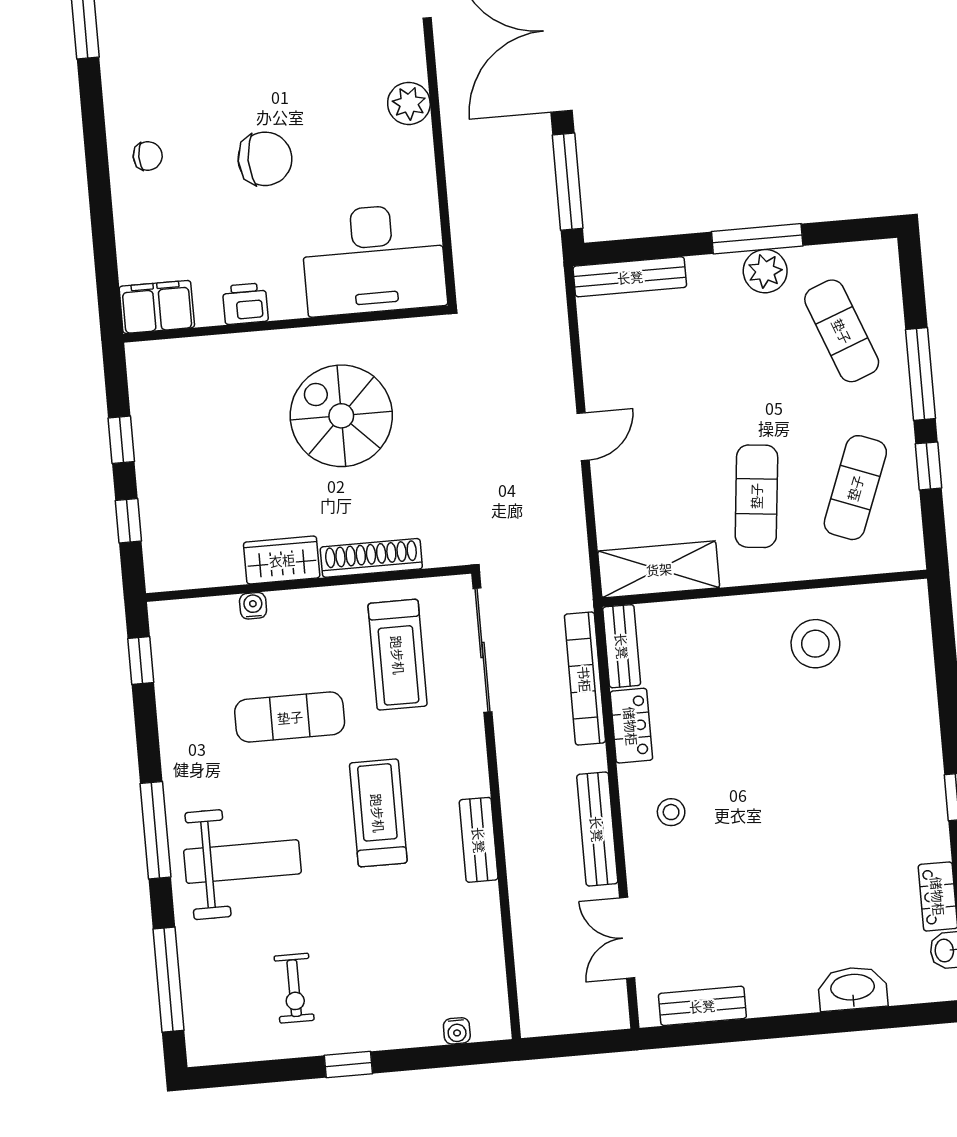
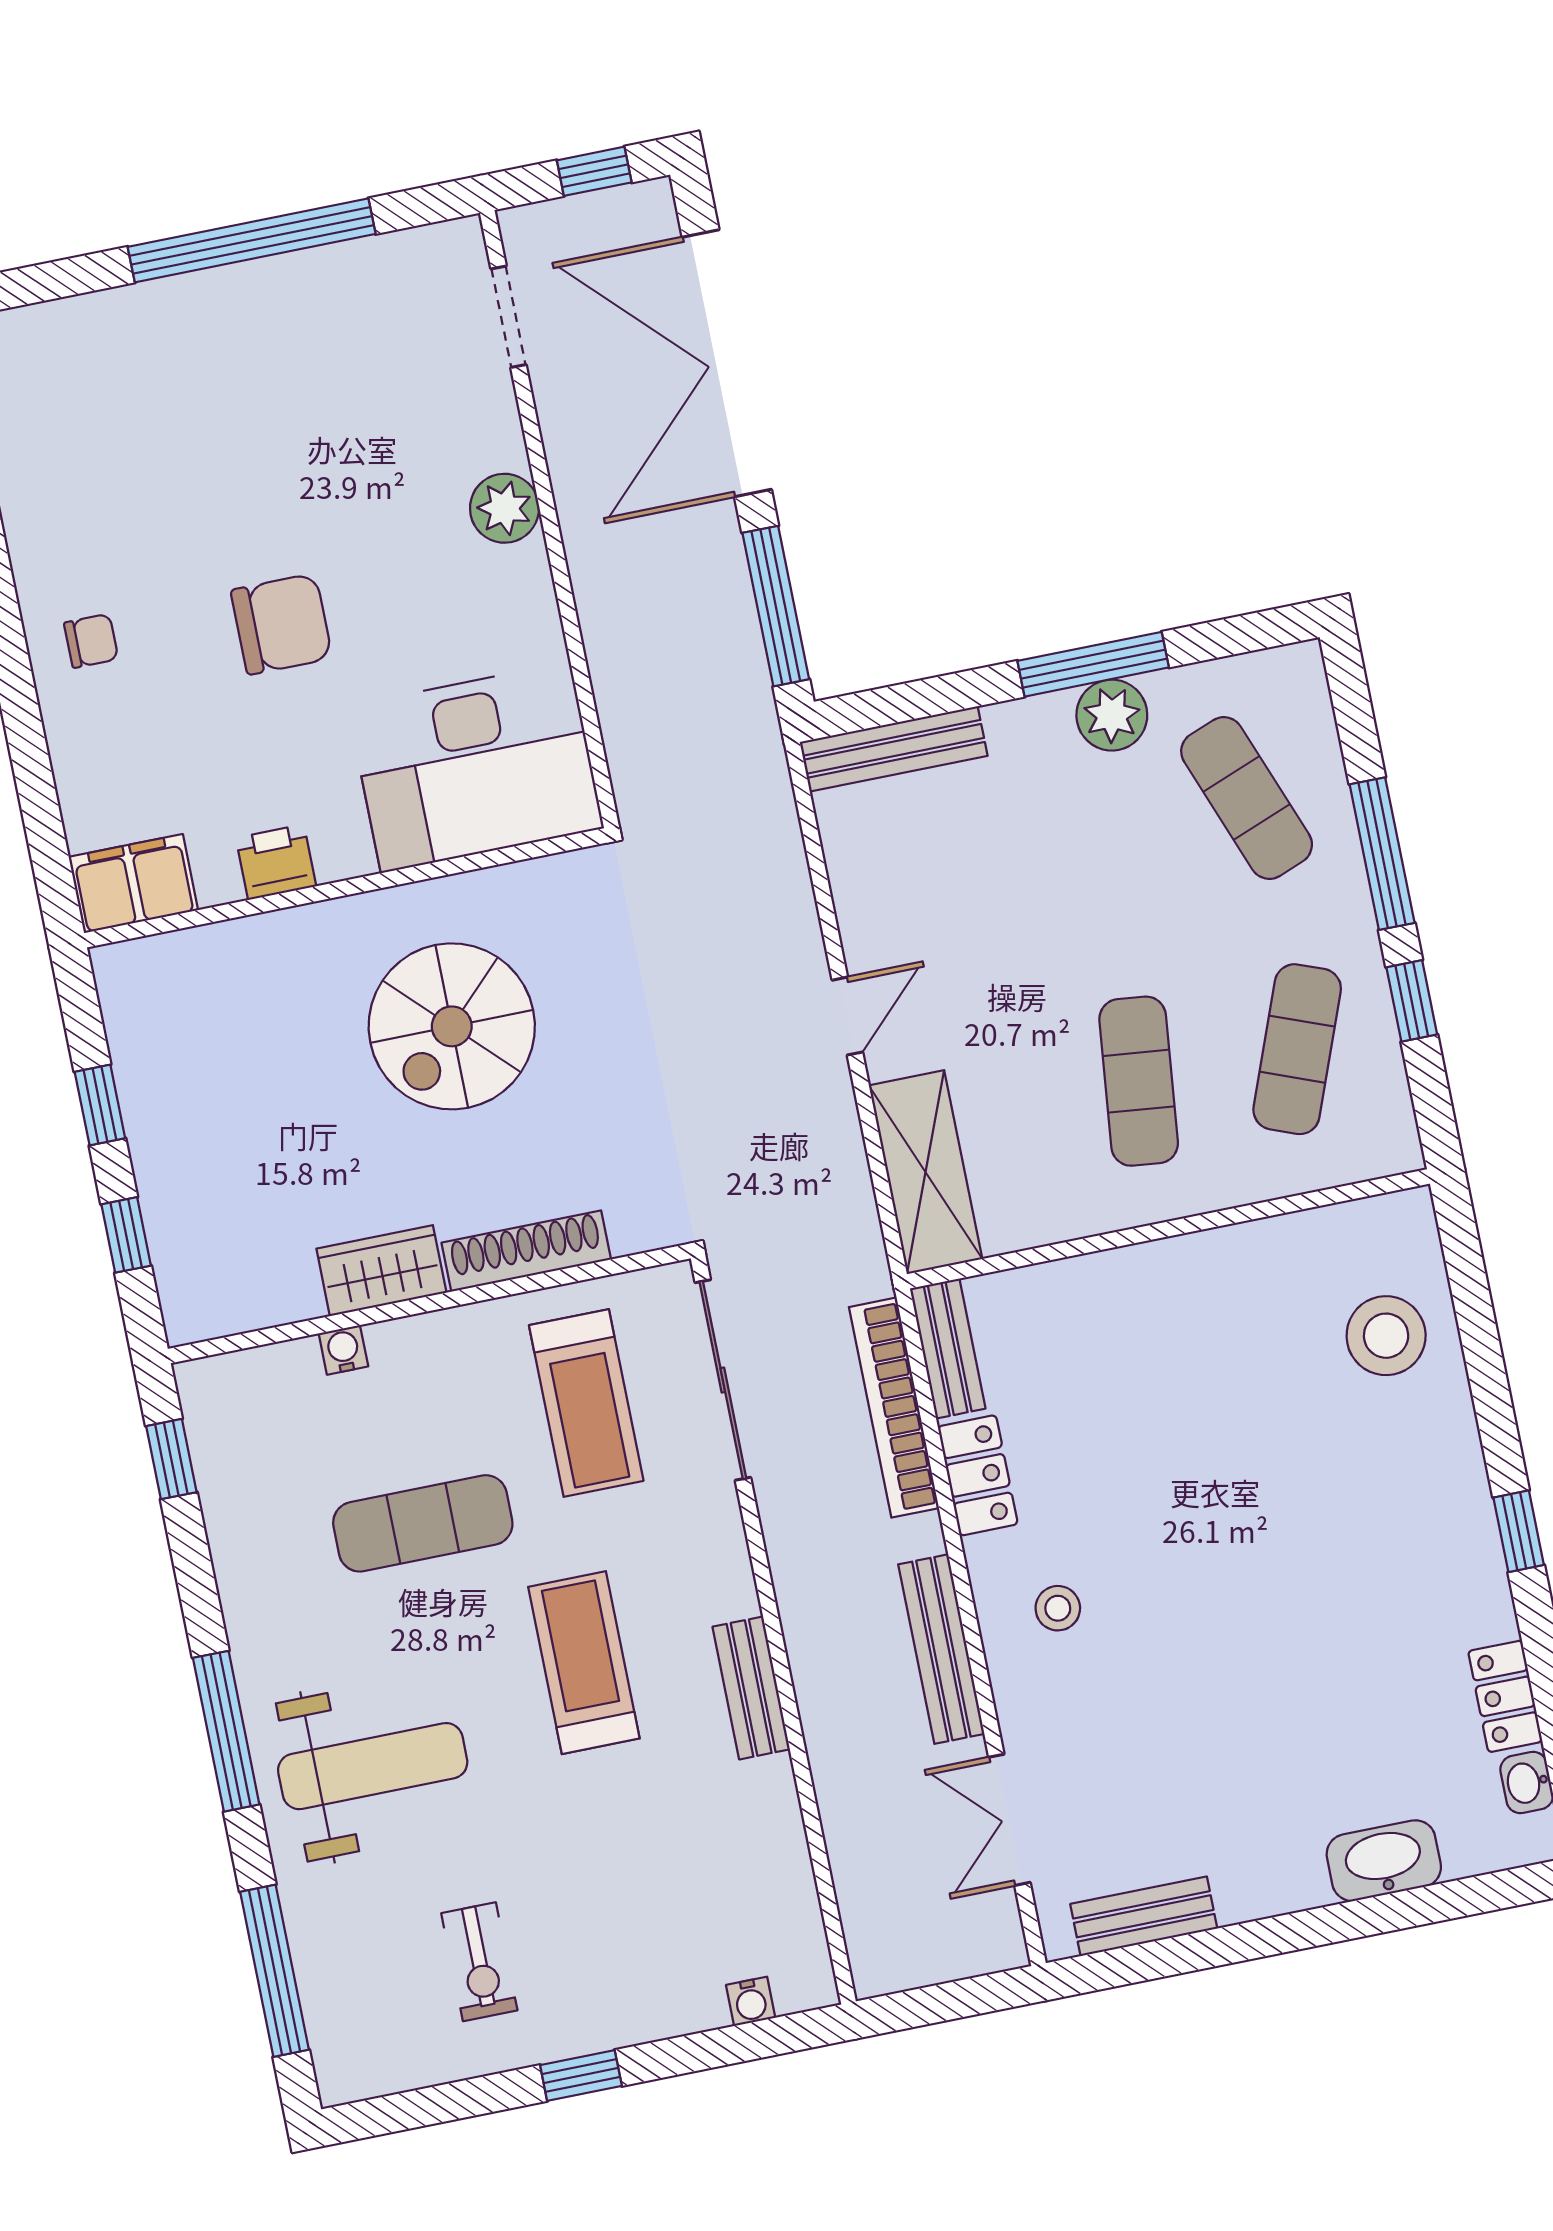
spiral stairs: (341, 416) -> (452, 1026), turned -90
shelving: (659, 569) -> (925, 1172), moved, turned 90
stool: (815, 644) -> (1386, 1336), moved

